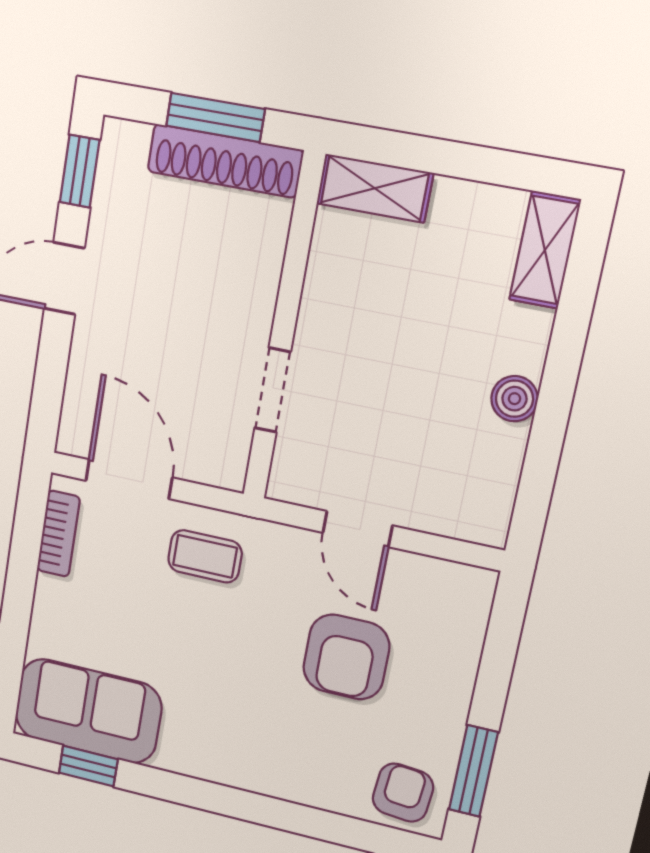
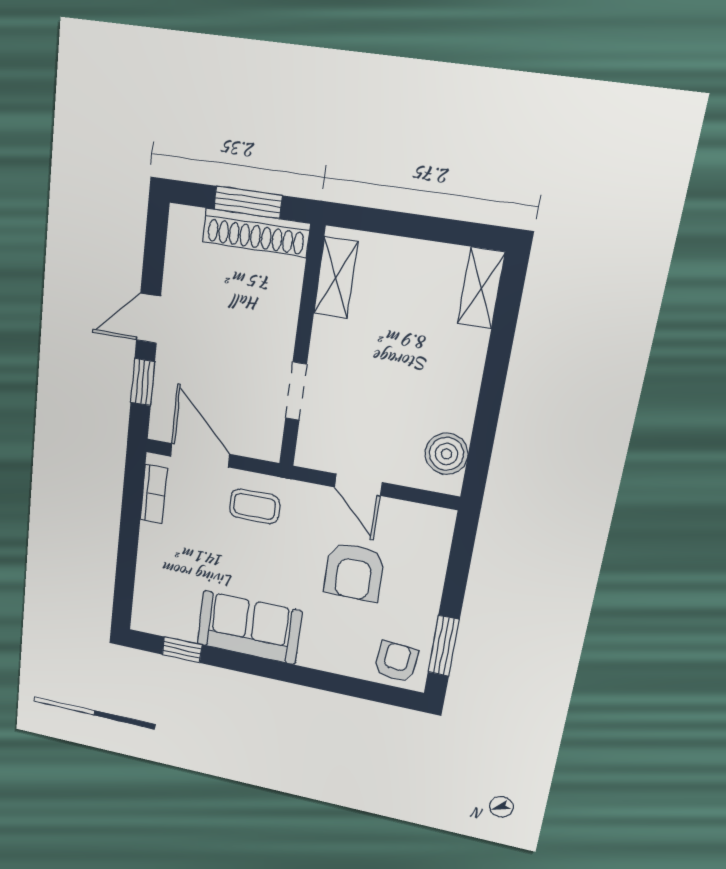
window: (80, 171) -> (143, 382), moved
shelving: (375, 188) -> (336, 278), moved, turned 90
boiler: (514, 399) -> (446, 454), moved, width x1.36, depth x1.36
sofa: (88, 711) -> (249, 628), moved

